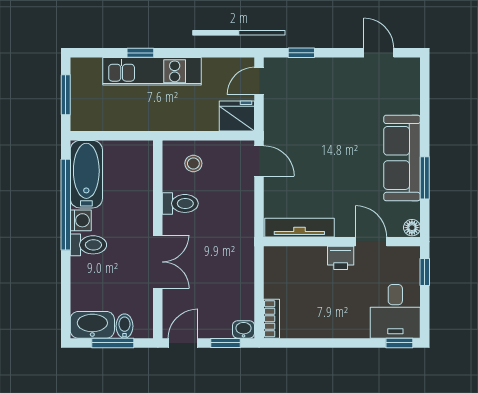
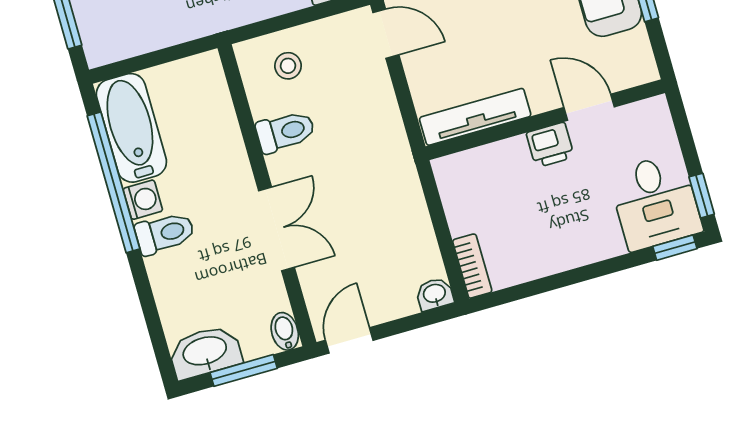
floor lamp: (412, 228) -> (645, 69), removed
window: (425, 272) -> (702, 196), moved
bidet: (125, 326) -> (285, 331), moved
window: (226, 343) -> (413, 322), removed

